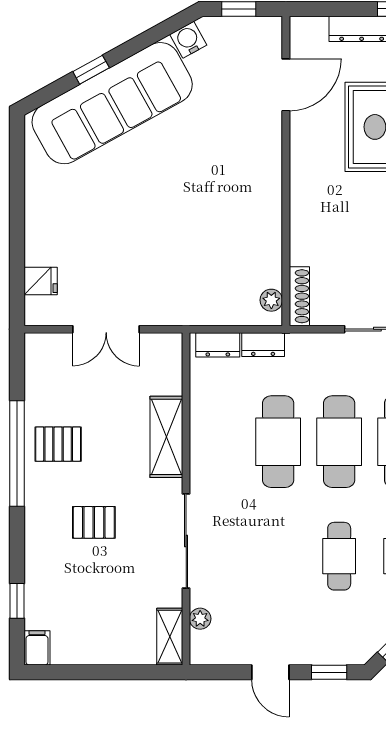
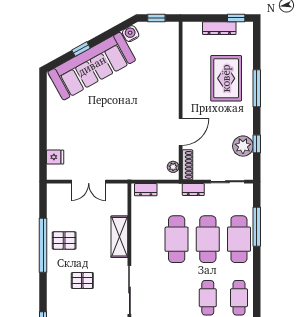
door: (286, 85) -> (181, 132), moved
dresser: (263, 345) -> (193, 190), moved

